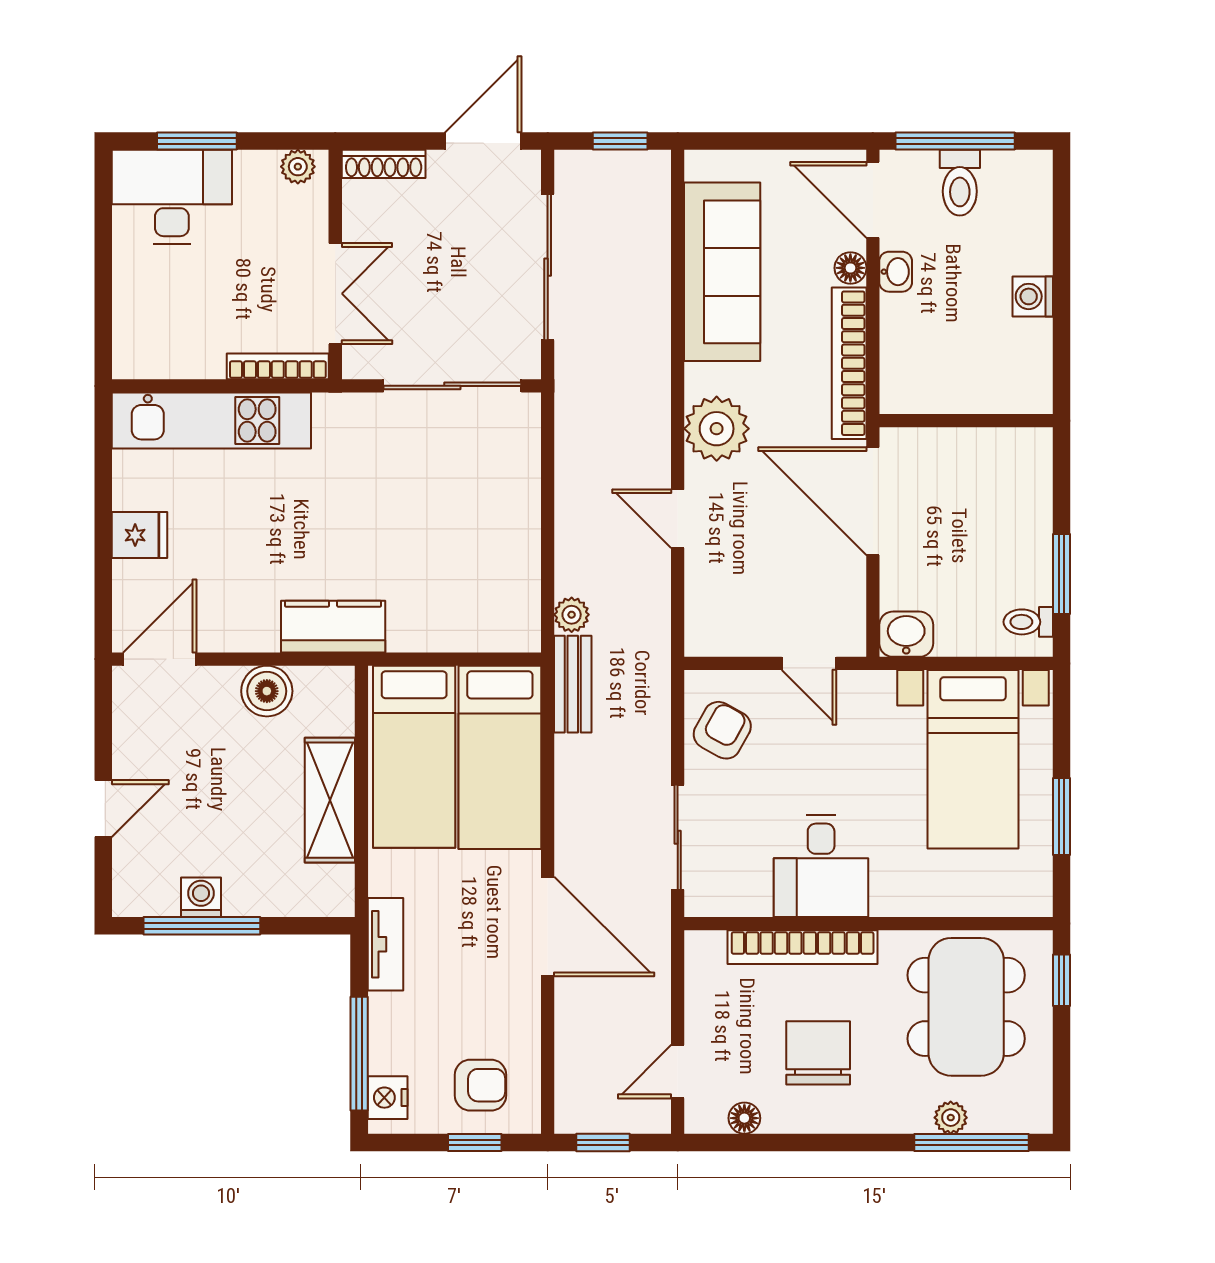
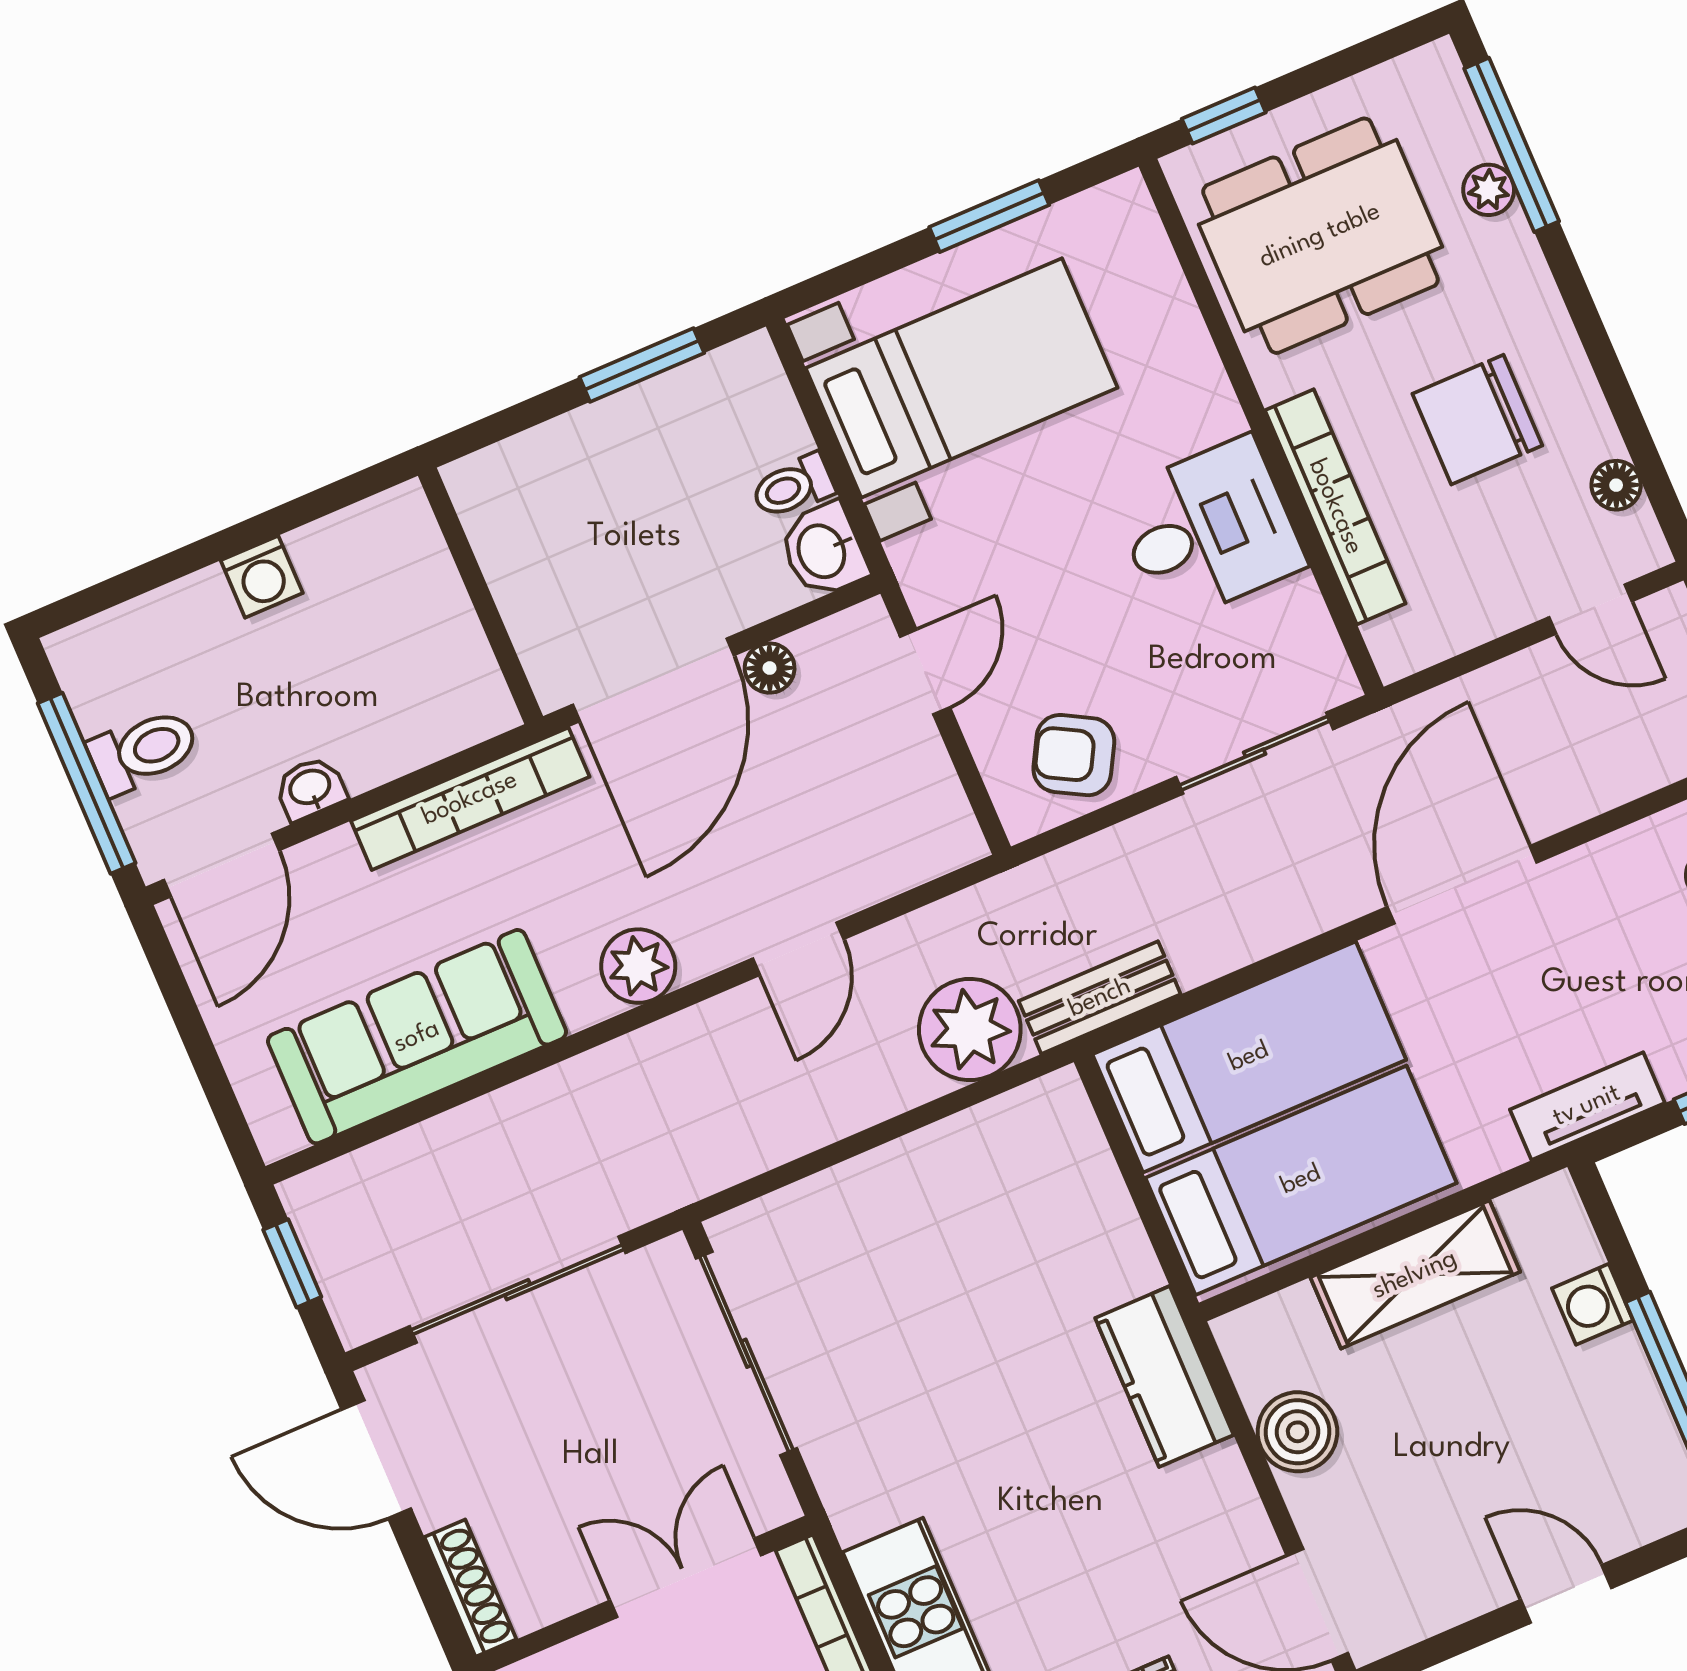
floor lamp: (850, 268) -> (770, 668), moved
plant: (717, 429) -> (638, 966), width x0.73, depth x0.73
plant: (572, 615) -> (970, 1029), width x1.87, depth x1.87
toilet: (1028, 622) -> (793, 487), moved, turned 90
washing machine: (201, 897) -> (1592, 1304), moved

